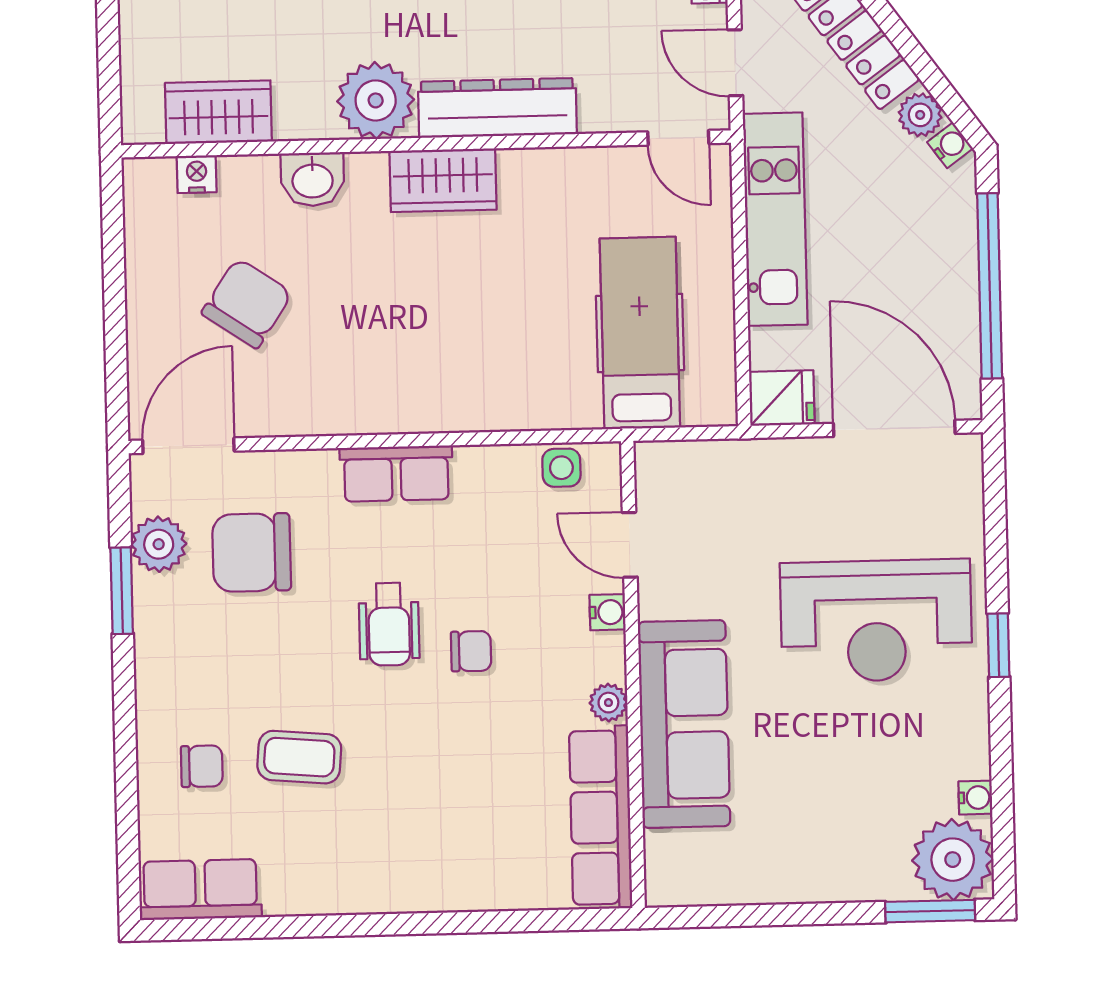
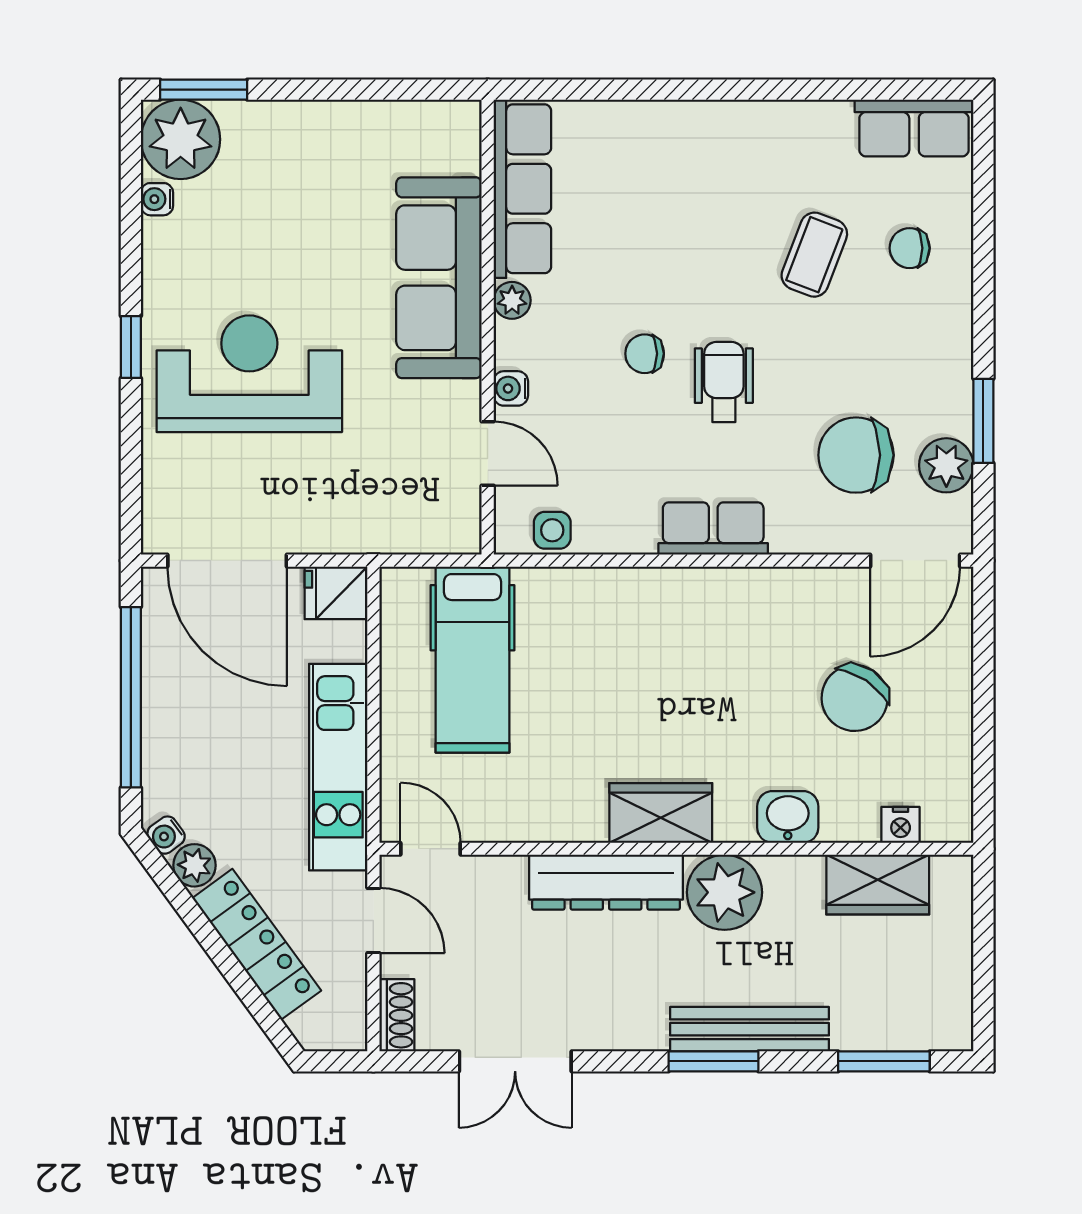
chair: (252, 553) -> (856, 455), turned 180
coffee table: (299, 757) -> (814, 255), turned -74

